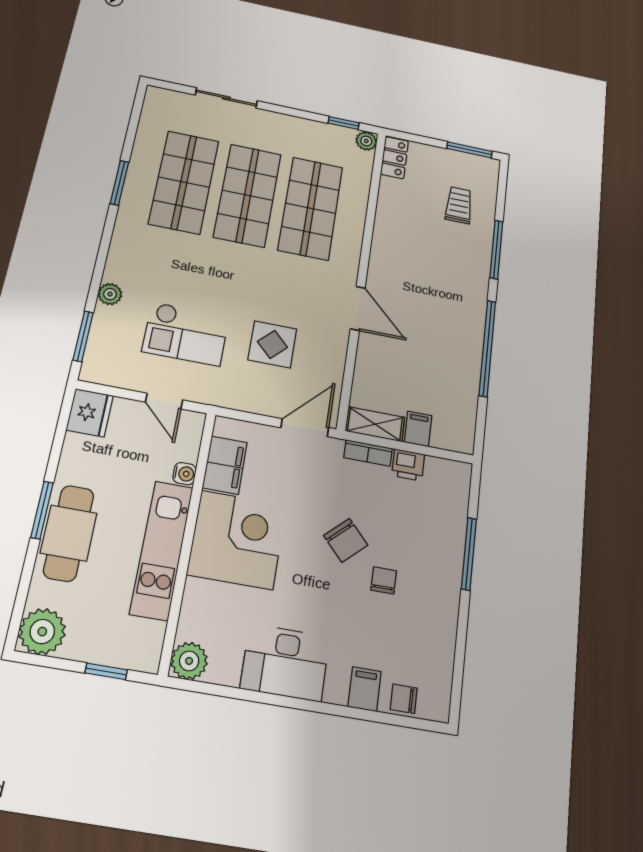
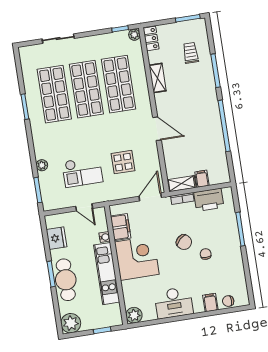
shelving: (386, 224) -> (158, 78), added
fridge: (90, 413) -> (56, 238), moved
printer: (408, 465) -> (209, 200), width x1.87, depth x1.48

